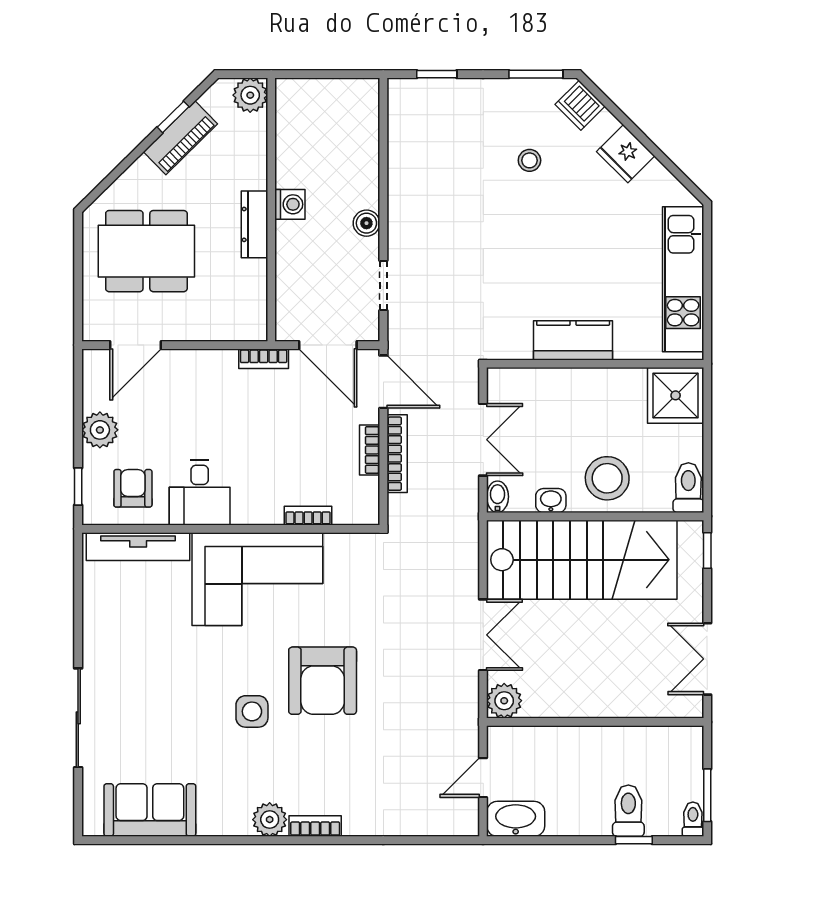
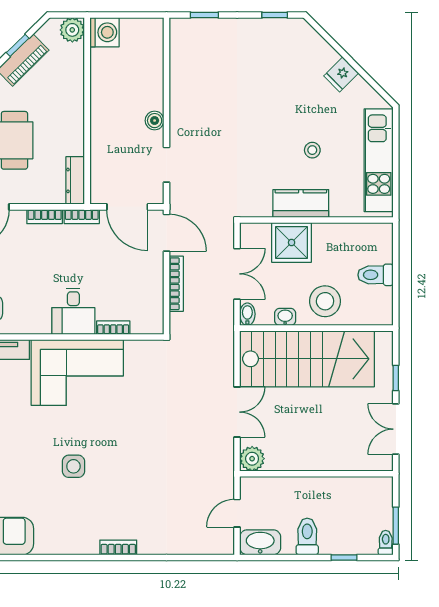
window: (536, 74) -> (275, 15), width x0.67
dishwasher: (580, 105) -> (306, 37), removed
fridge: (626, 154) -> (341, 74), width x0.72
stool: (529, 160) -> (312, 150), moved
washing machine: (290, 204) -> (104, 32), moved, width x1.38, depth x1.38
dresser: (254, 224) -> (75, 180), moved
shower: (676, 395) -> (292, 243), moved
bookcase: (370, 450) -> (45, 217), moved, turned -90
toilet: (688, 488) -> (375, 275), moved, turned -90
desk: (200, 492) -> (73, 311), moved
window: (707, 551) -> (396, 378), moved
armchair: (323, 681) -> (123, 444), removed
toilet: (628, 811) -> (307, 536), moved
plant: (270, 820) -> (86, 543), removed

